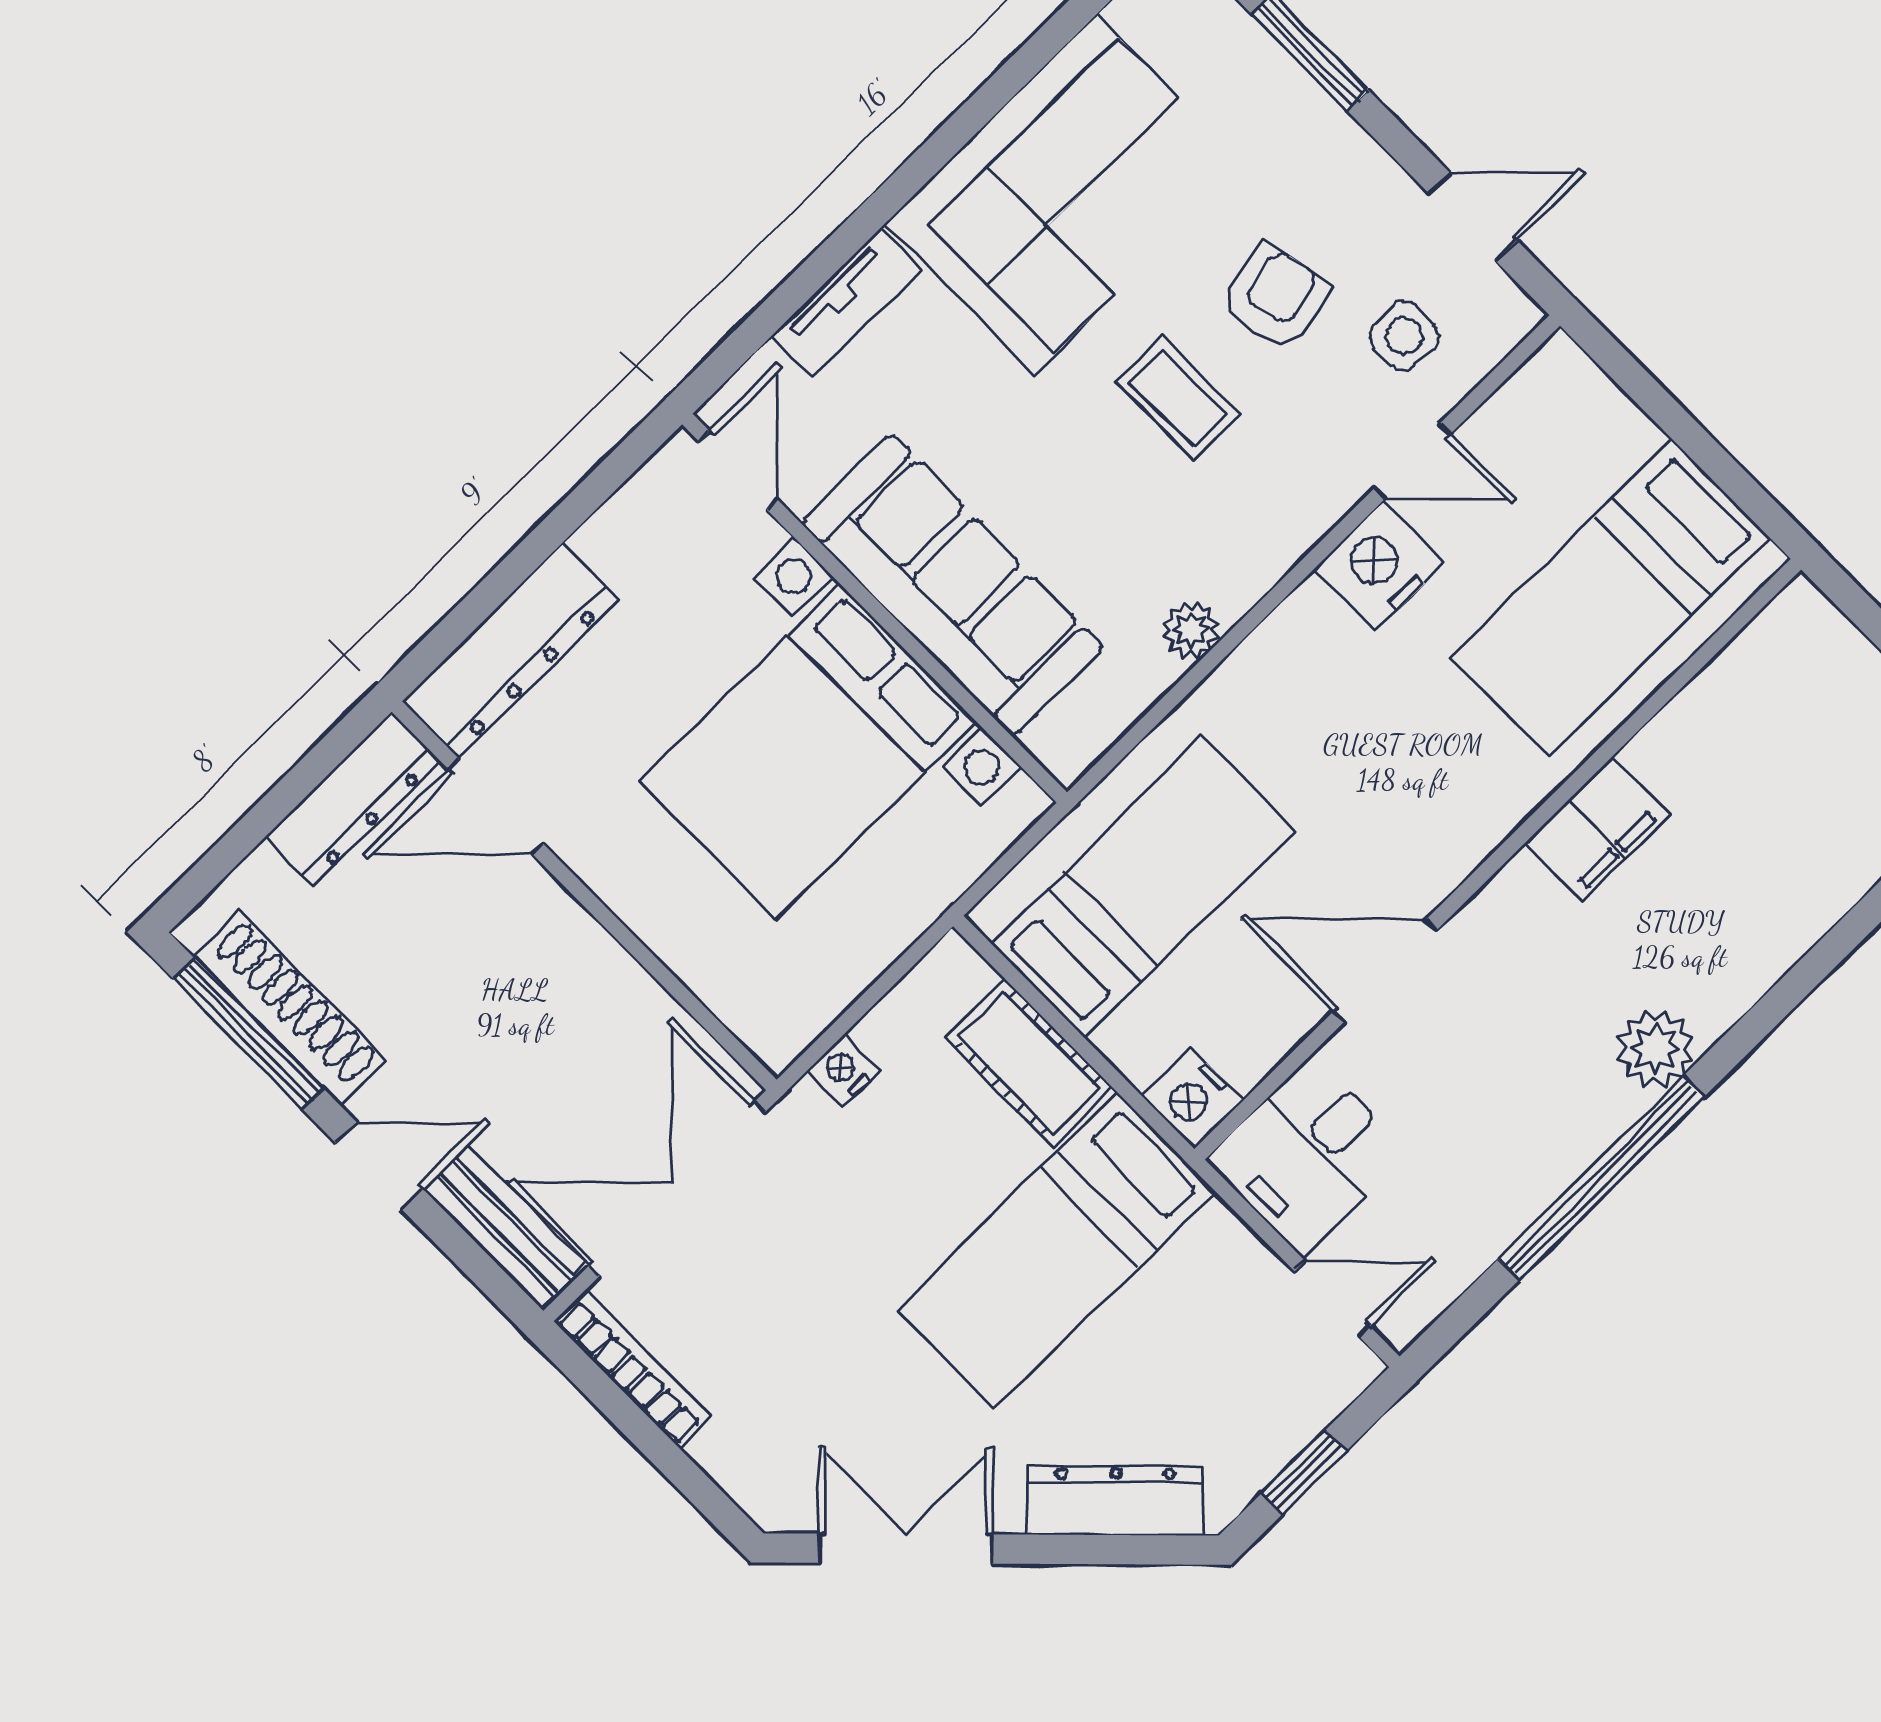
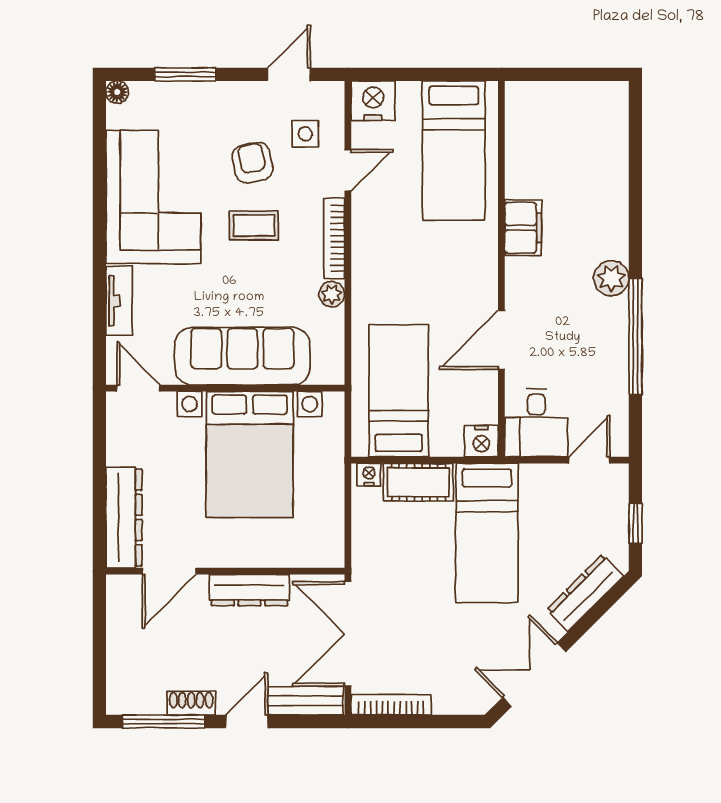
bookcase: (1283, 546) -> (334, 238), added
nightstand: (1380, 566) -> (373, 101), moved, turned 90
dresser: (353, 799) -> (250, 590), moved, turned 90
shoe rack: (290, 1008) -> (191, 703), width x0.51, depth x0.81
nightstand: (843, 1070) -> (369, 475), moved, turned 90

